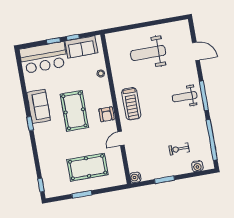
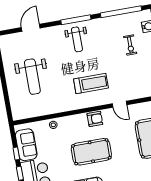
treadmill: (131, 104) -> (91, 84), moved

